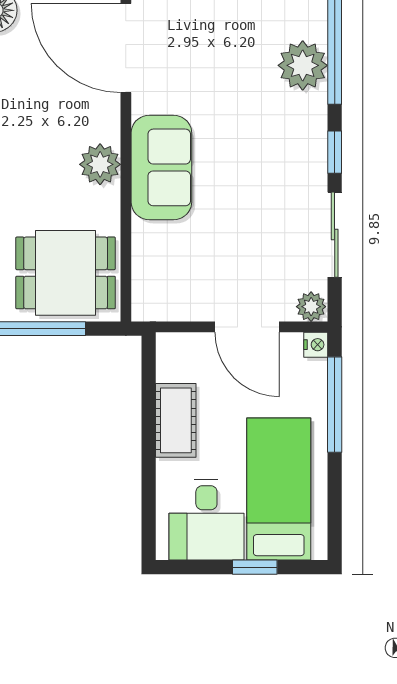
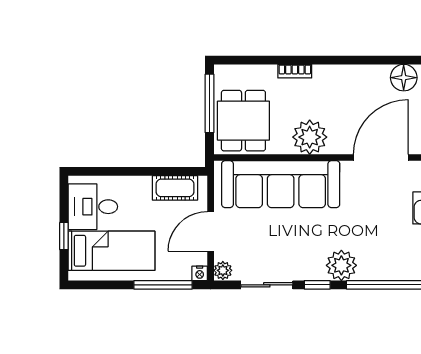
plant: (303, 65) -> (341, 265), moved
plant: (100, 164) -> (310, 137), width x1.36, depth x1.36
sofa: (161, 167) -> (281, 184), width x1.85, depth x1.27
cot: (176, 420) -> (175, 188), moved

